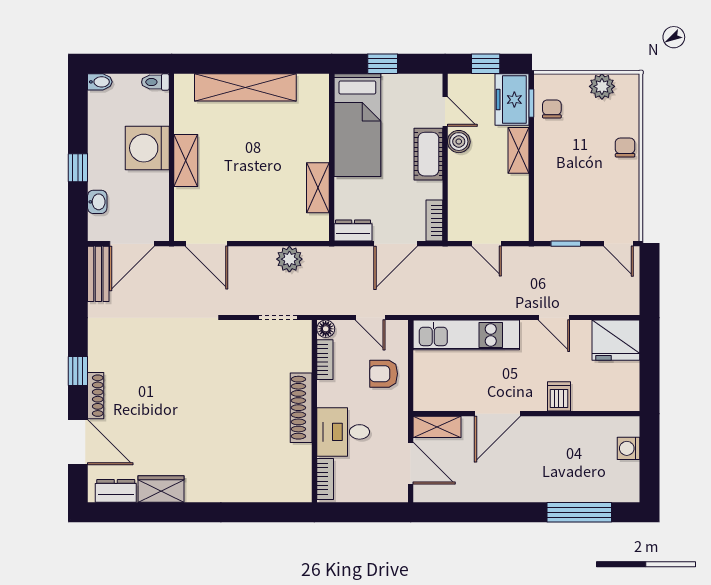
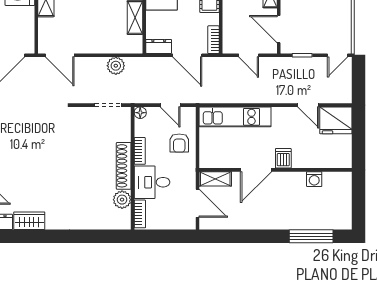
door: (531, 205) -> (279, 29), added
door: (396, 244) -> (187, 55), hinge flipped
door: (618, 244) -> (338, 55), hinge flipped
door: (554, 318) -> (308, 105), moved
bookcase: (325, 360) -> (140, 151), moved
armchair: (384, 374) -> (179, 143), turned -90
dishwasher: (559, 396) -> (283, 158), moved
washing machine: (629, 448) -> (314, 179), moved, turned -90
plant: (299, 458) -> (122, 200), added

